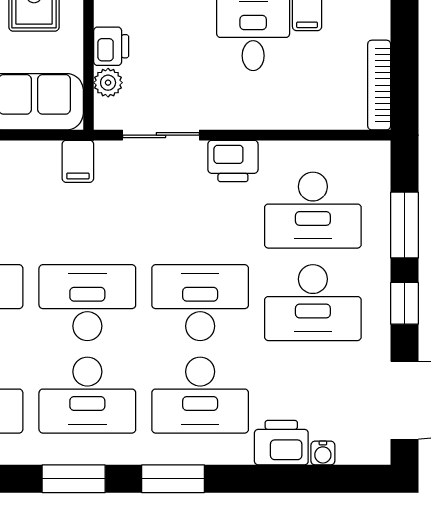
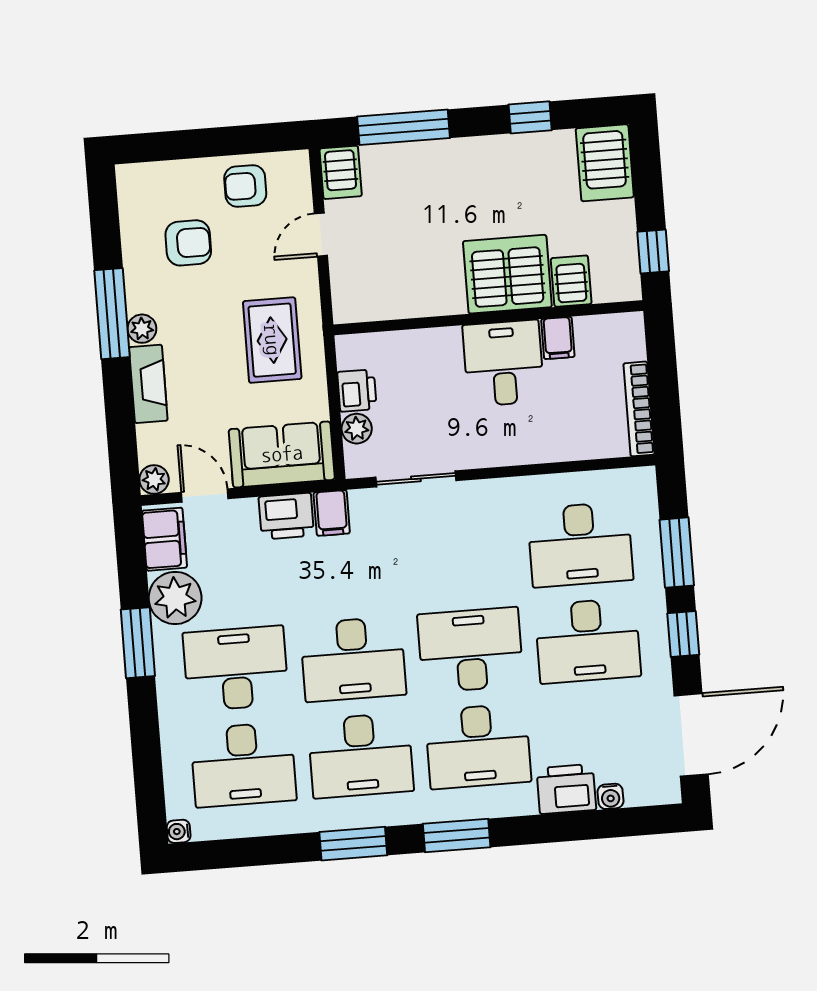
printer: (233, 161) -> (286, 516), moved
desk: (87, 303) -> (353, 659), turned 180

